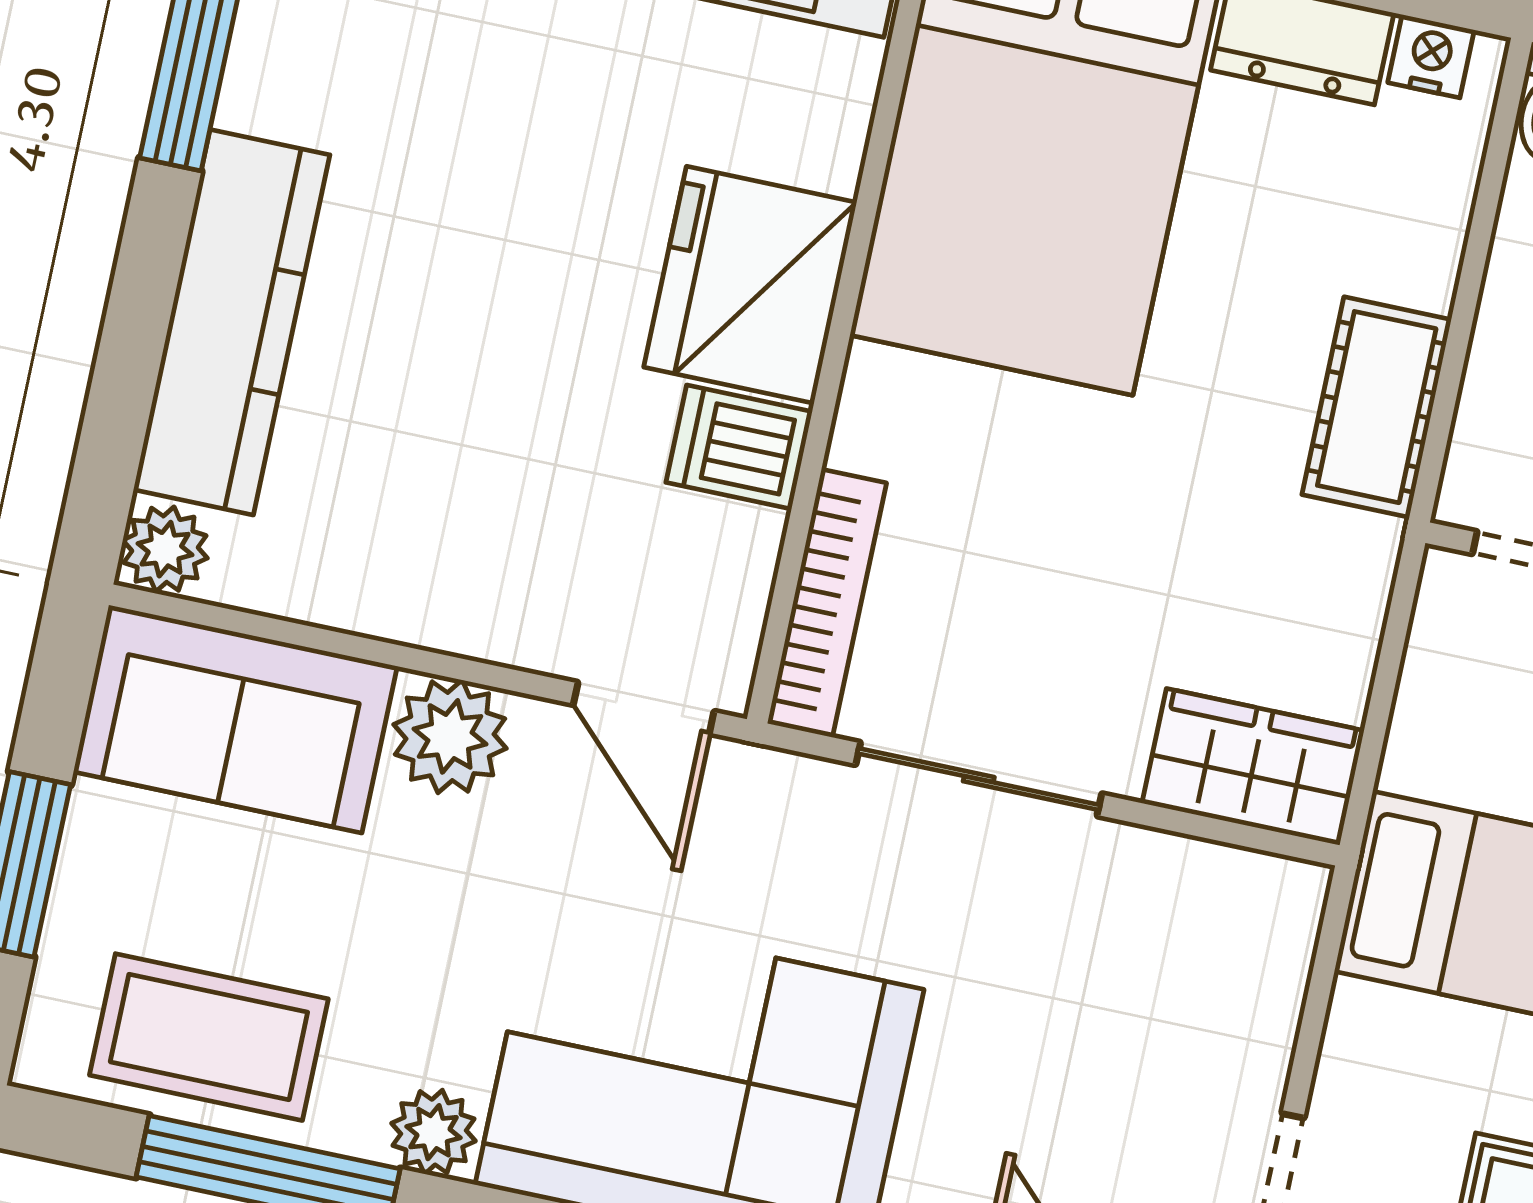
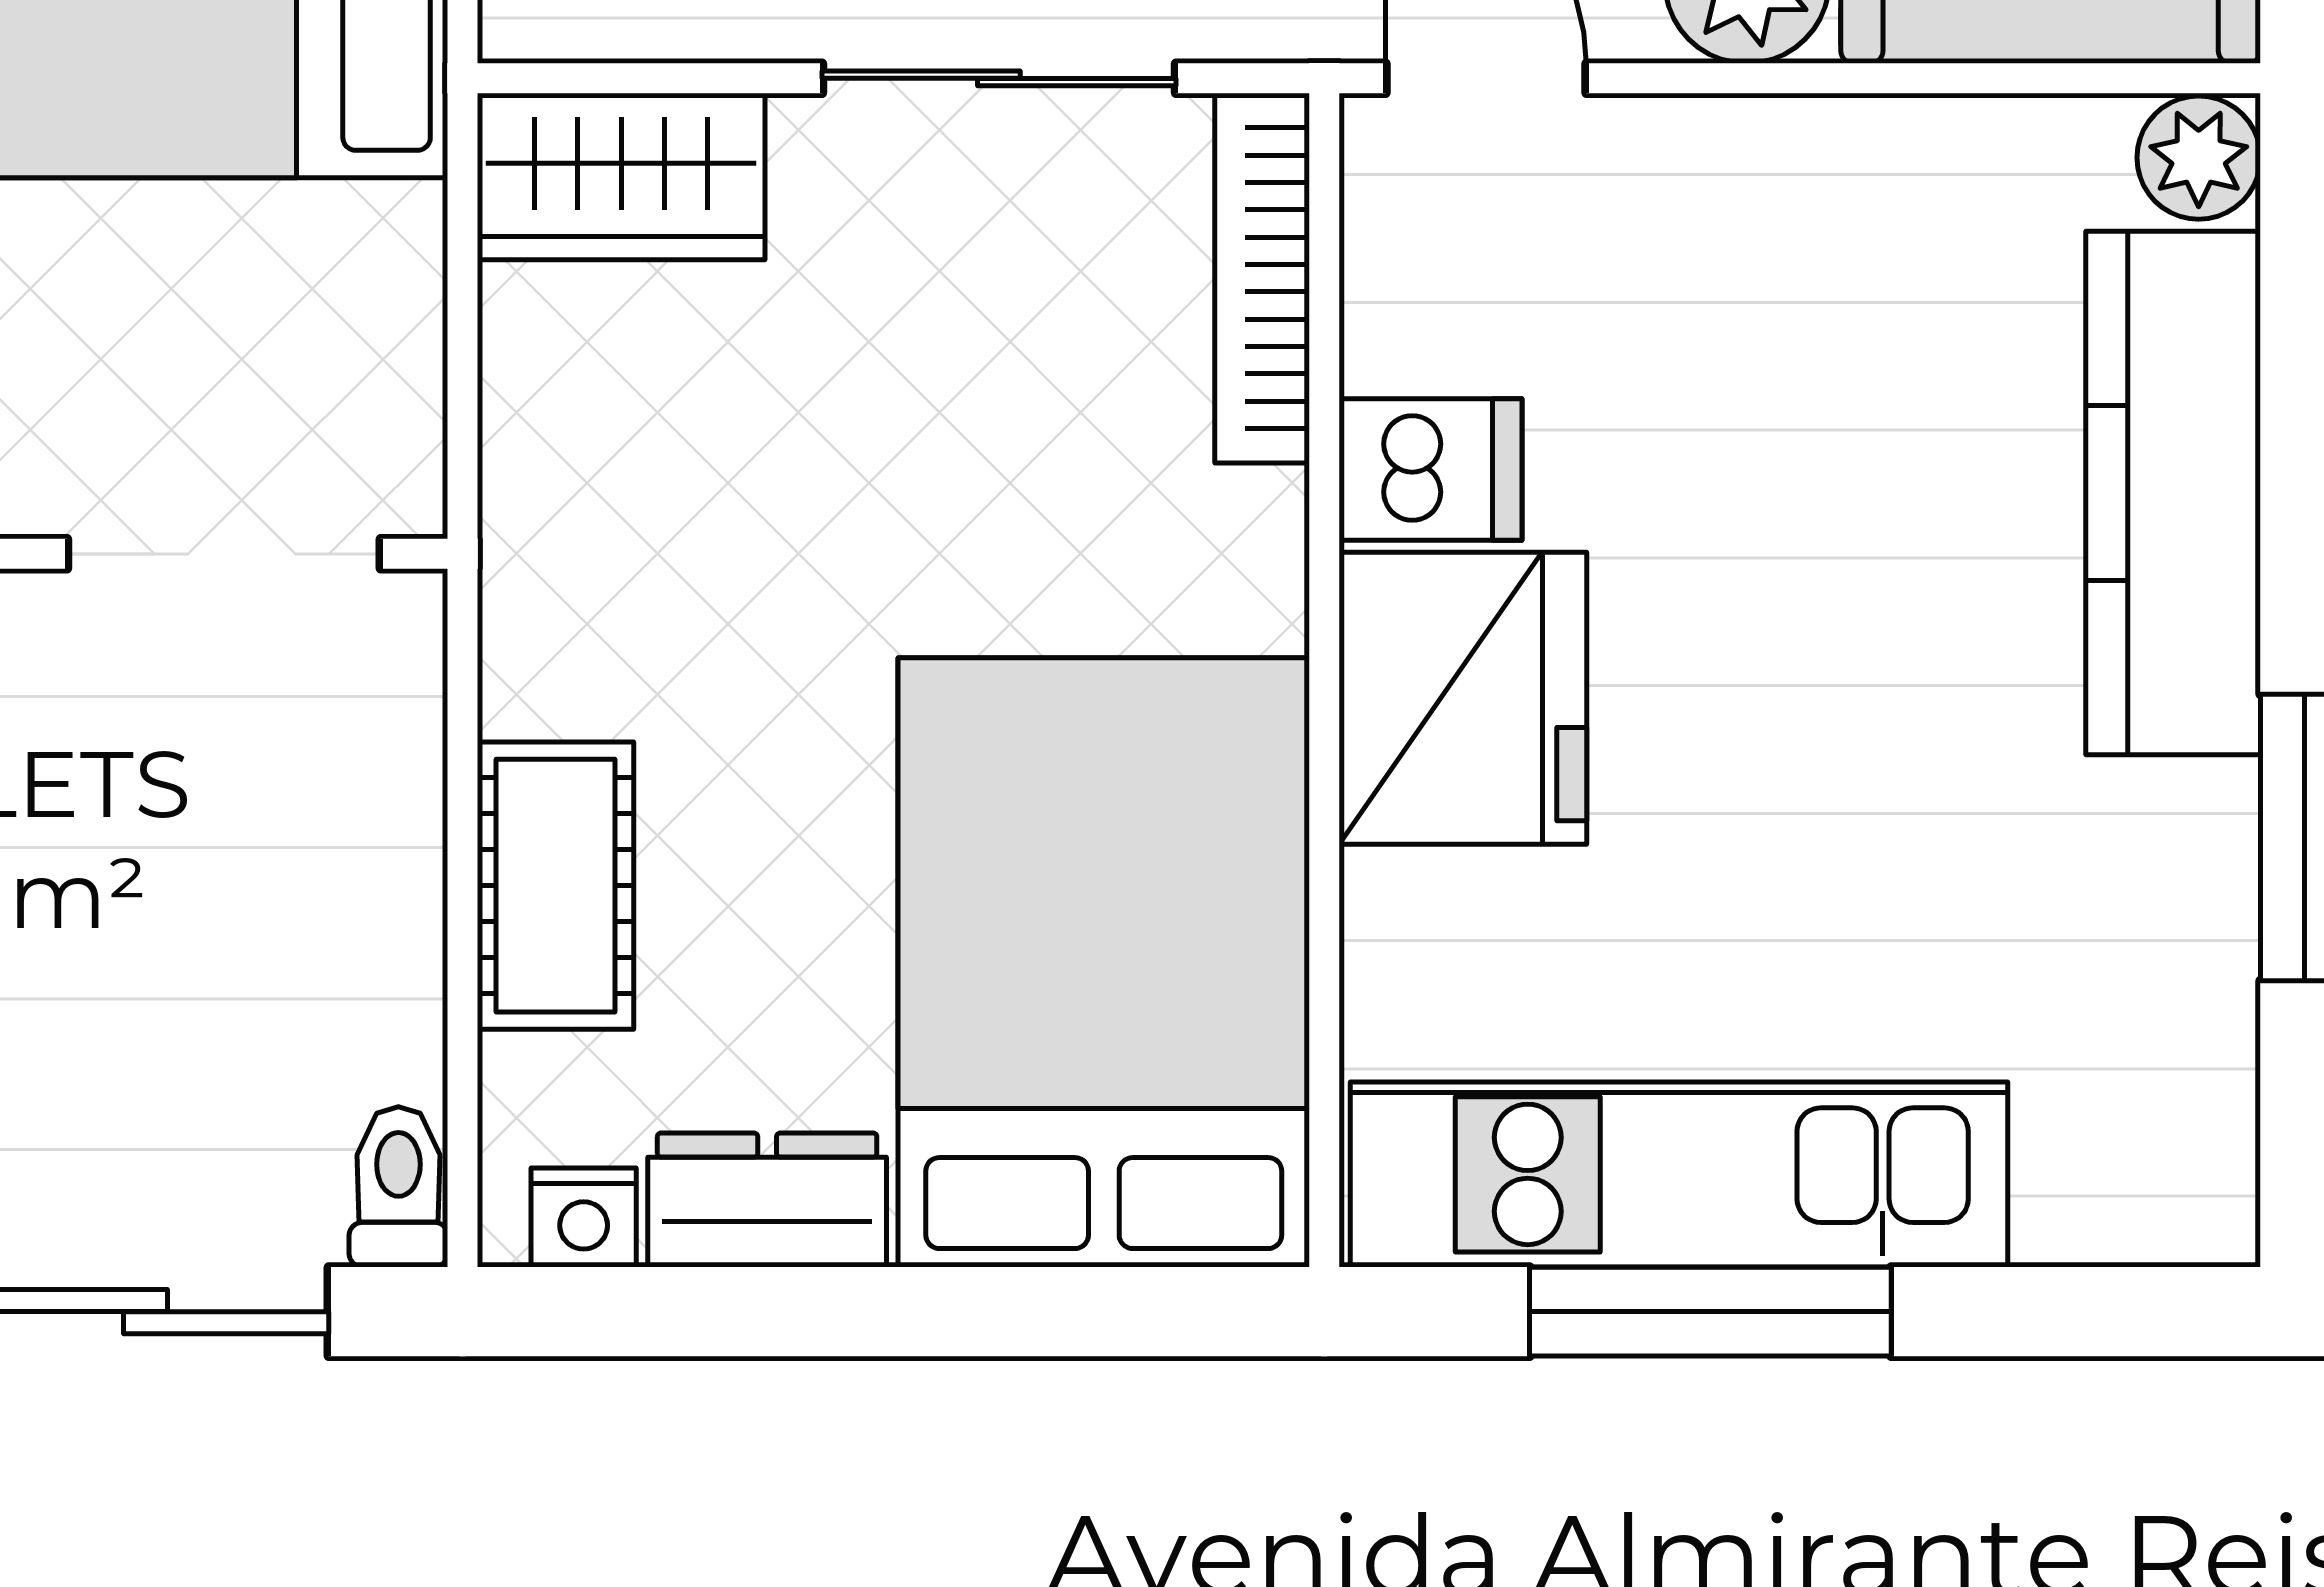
cot: (1377, 407) -> (556, 886), moved

